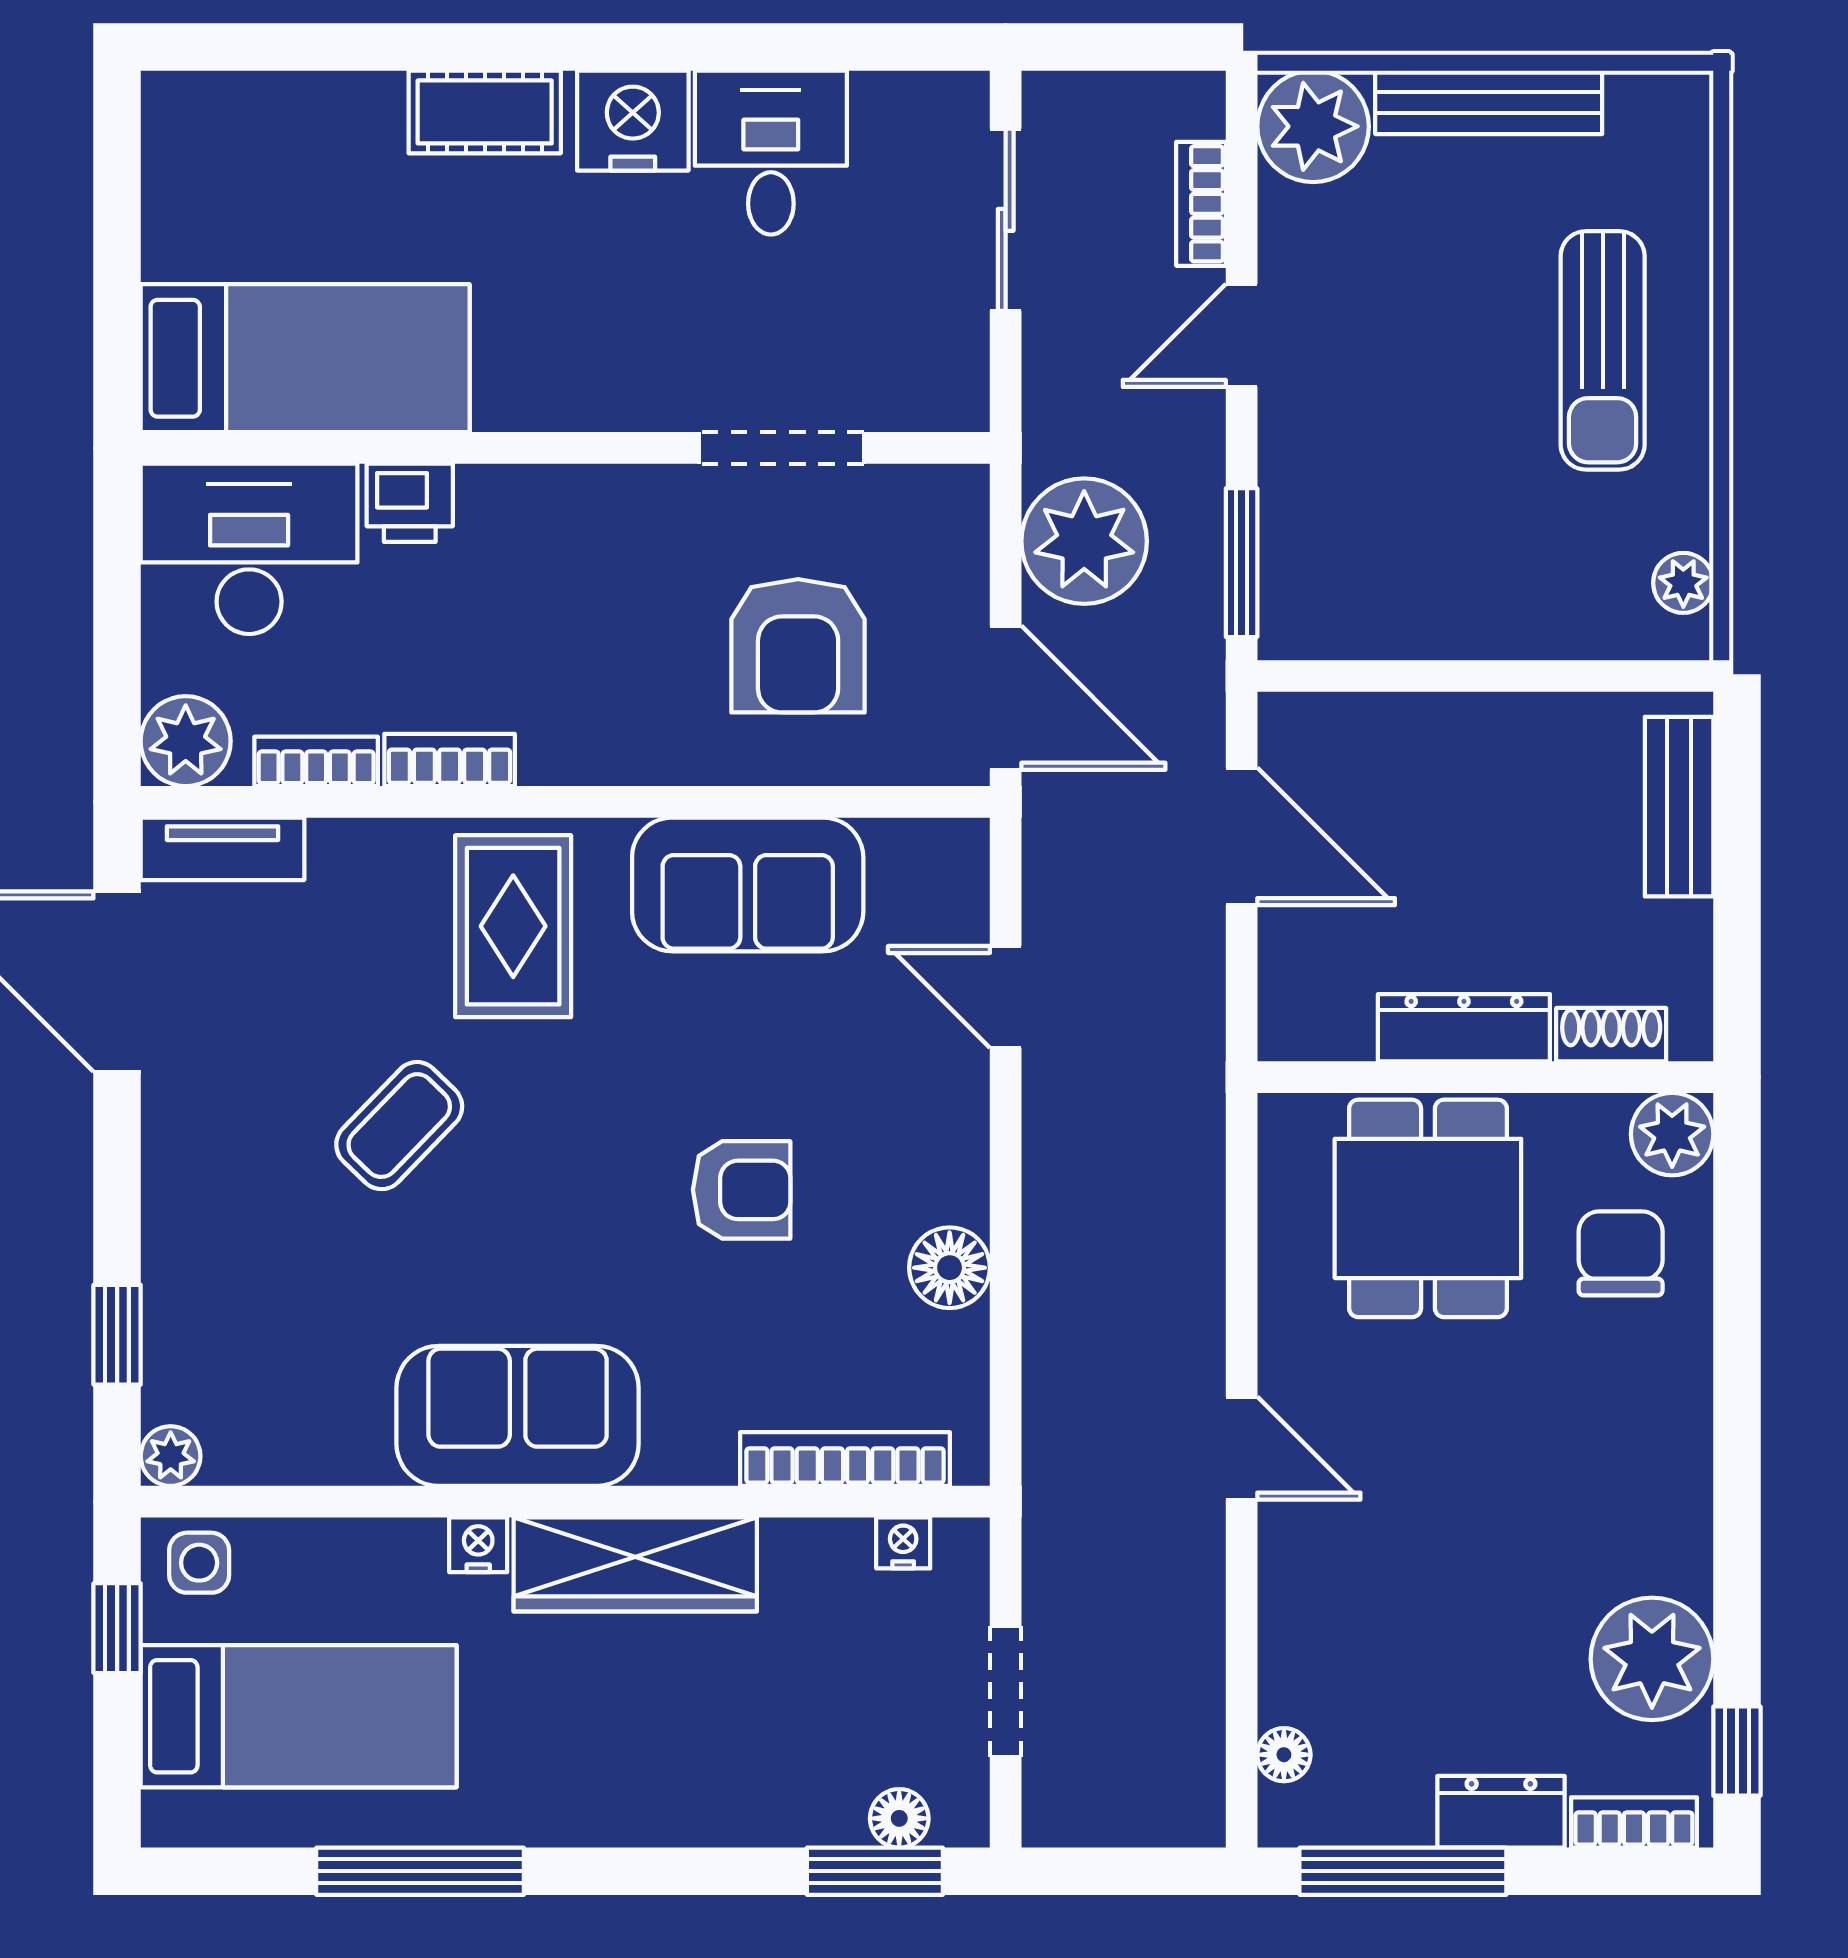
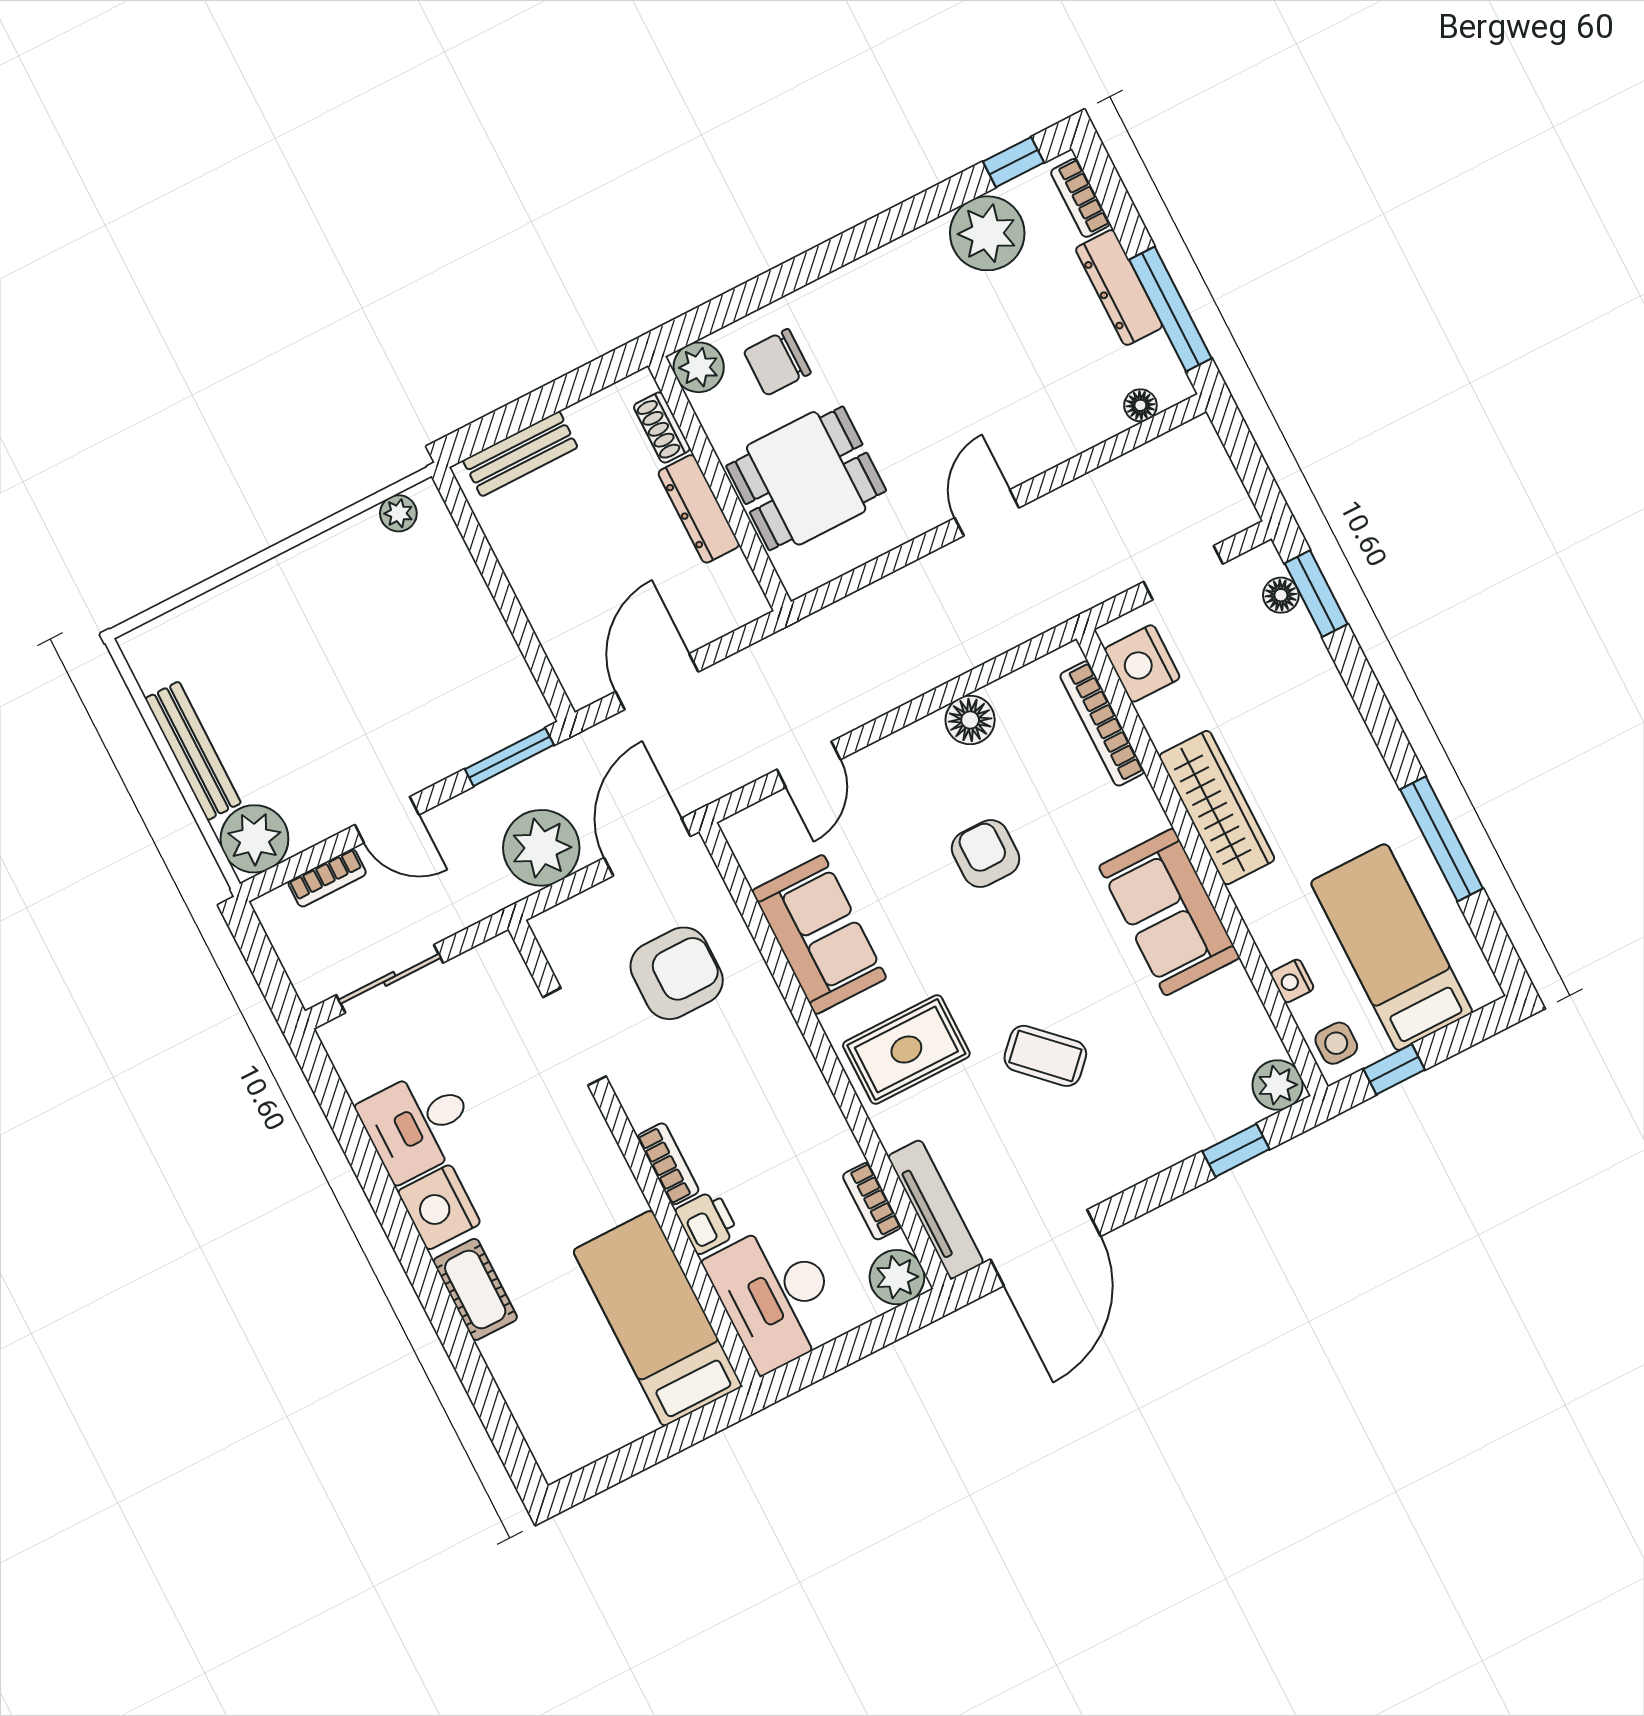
sun lounger: (1603, 350) -> (295, 621), removed
bookcase: (450, 760) -> (668, 1164), moved, turned 180
tv unit: (223, 849) -> (936, 1209), width x1.41
plant: (171, 1456) -> (1277, 1085), width x1.38, depth x1.38
nightstand: (903, 1543) -> (1142, 663), width x1.89, depth x1.79
nightstand: (478, 1545) -> (1292, 981), moved
dresser: (1501, 1812) -> (1119, 288), width x1.44

